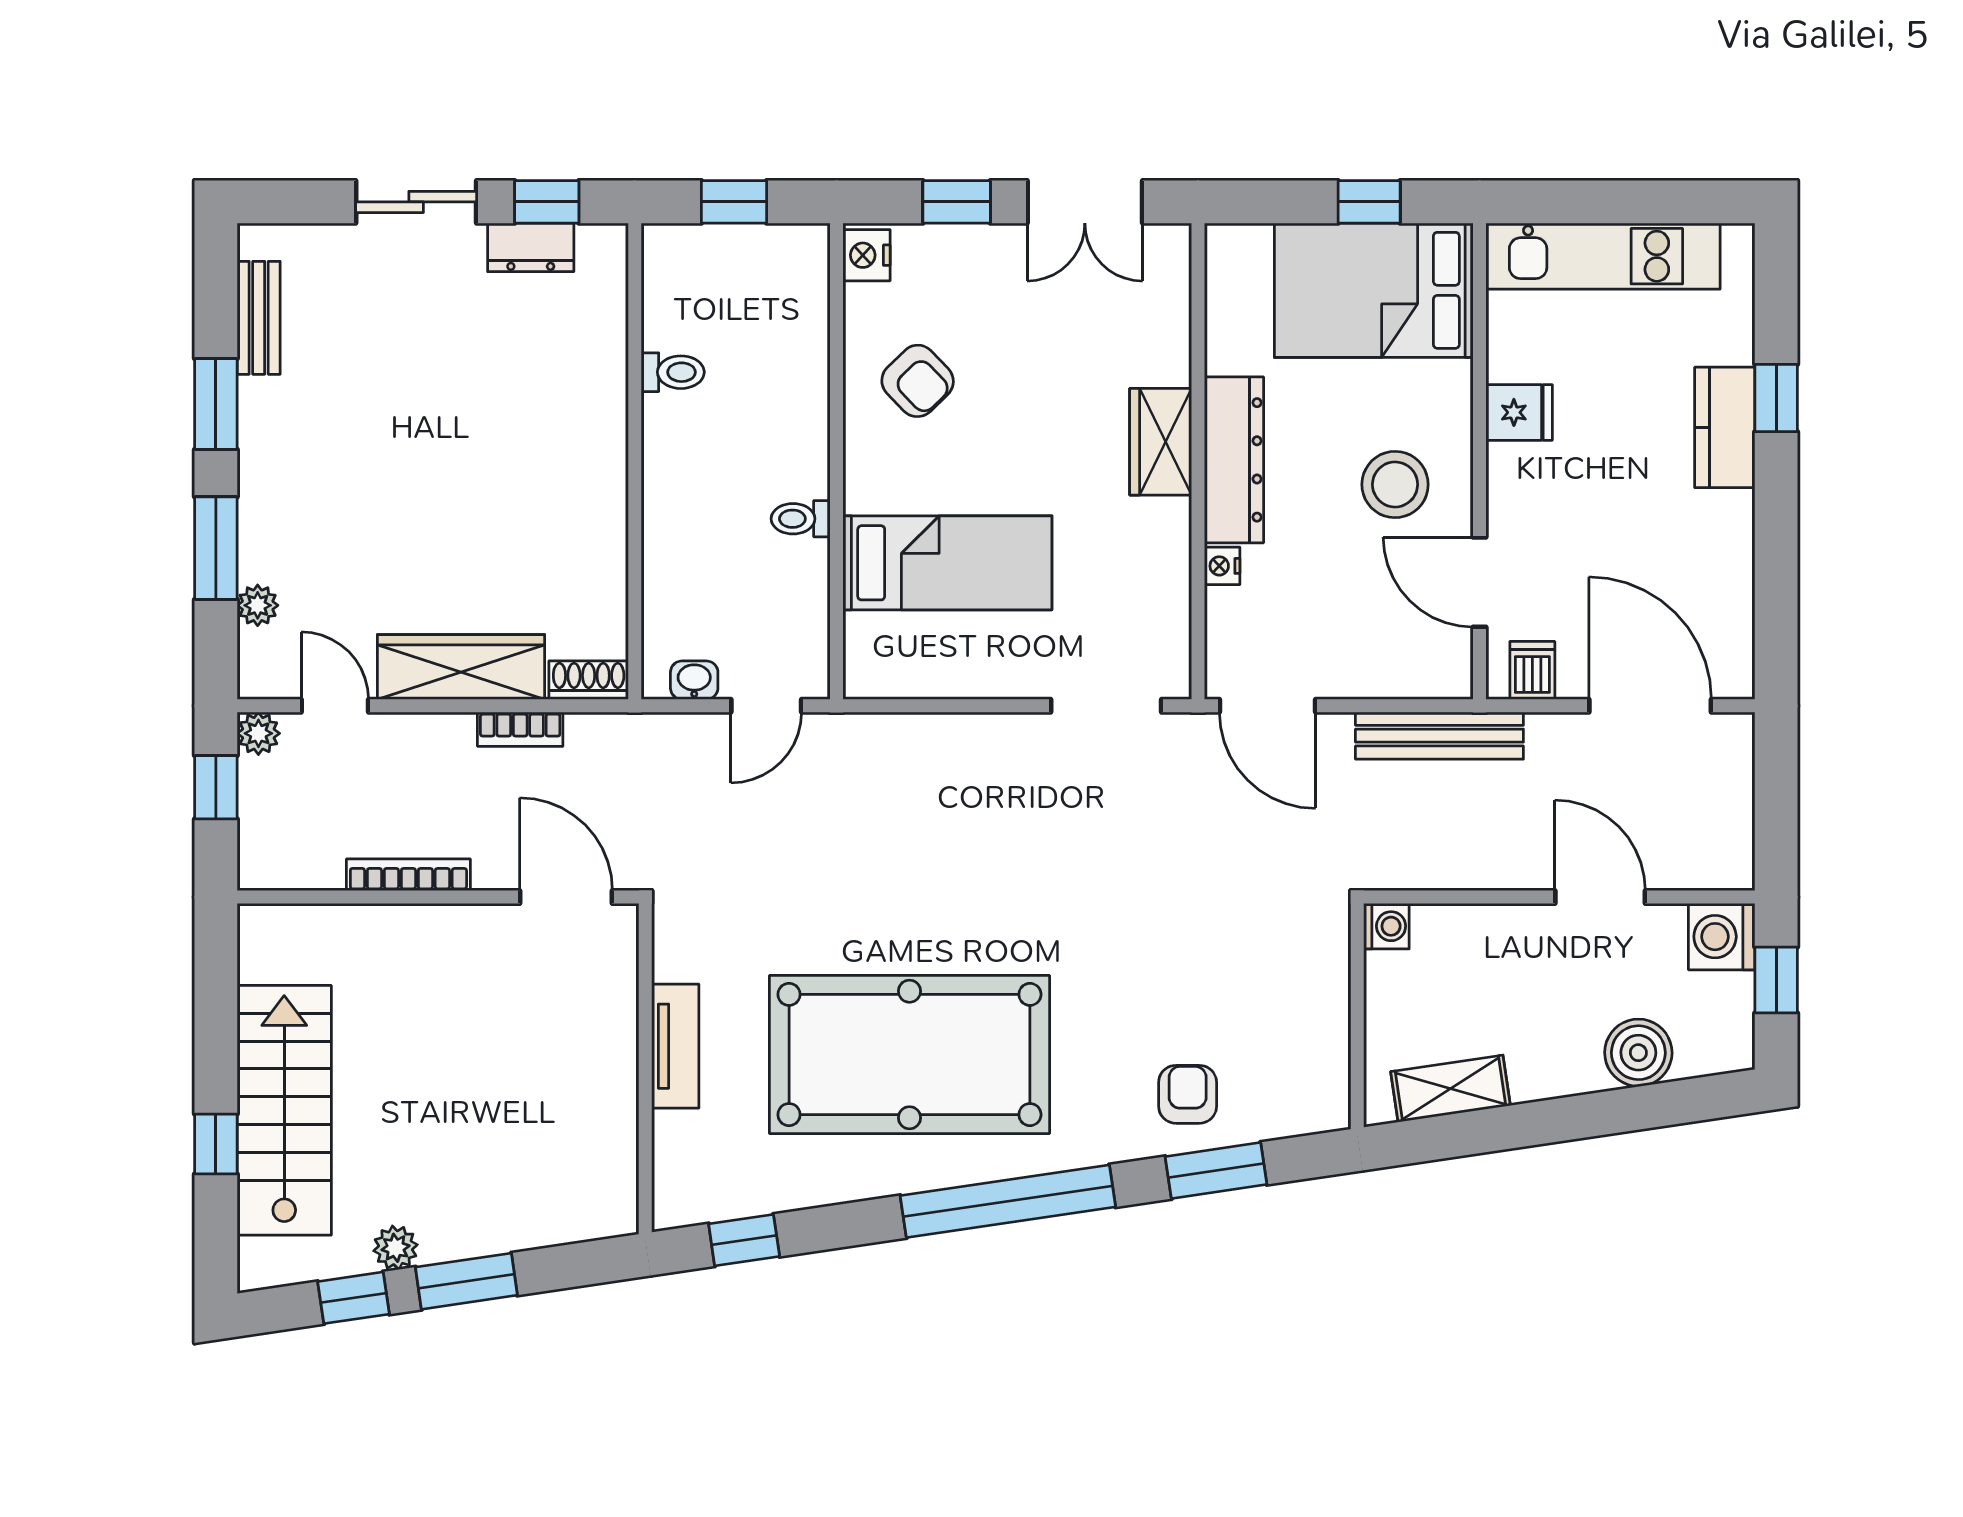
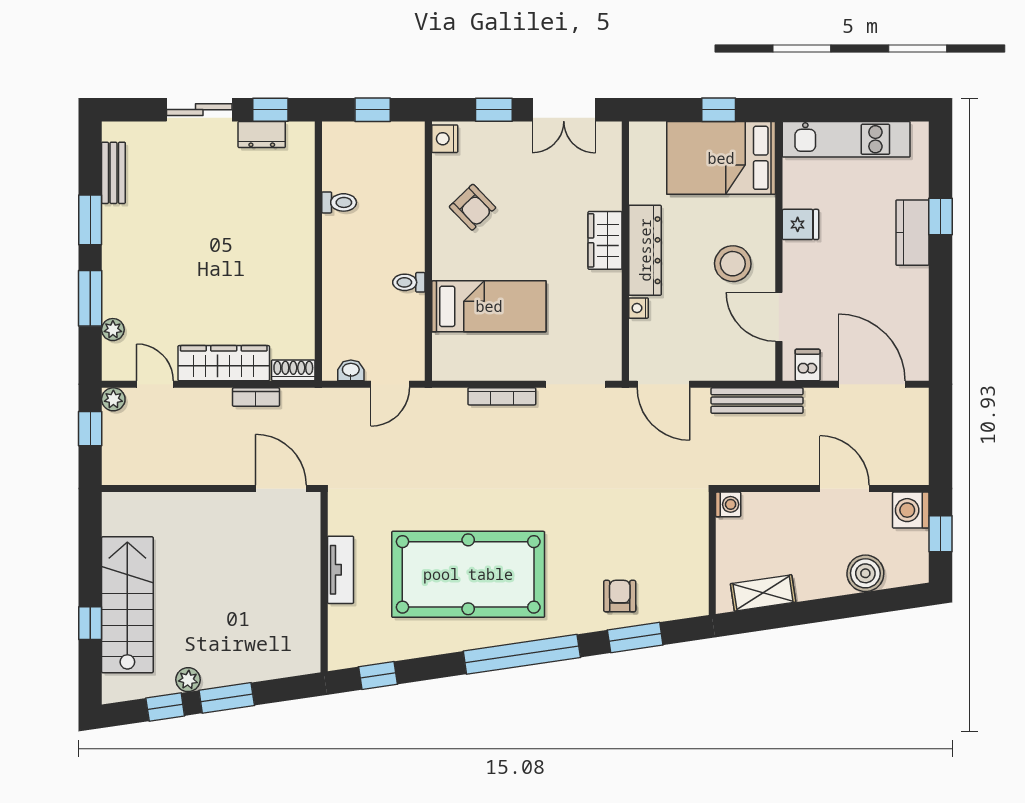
bookcase: (408, 875) -> (502, 396), moved, turned 180

